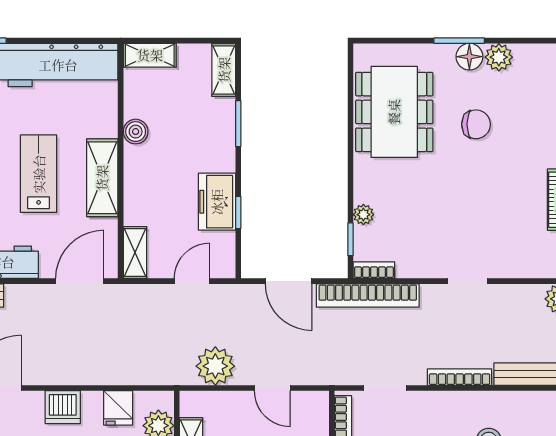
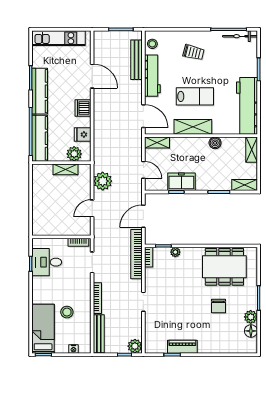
floor lamp: (469, 57) -> (251, 331), moved

